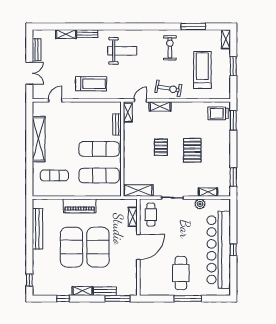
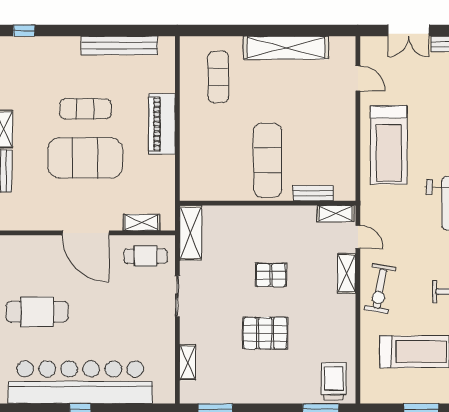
treadmill: (91, 84) -> (389, 145), width x1.37, depth x1.38
exercise mat: (99, 176) -> (218, 160), removed
plant: (200, 204) -> (165, 348), removed
exercise mat: (71, 247) -> (85, 109), width x0.50, depth x0.69

